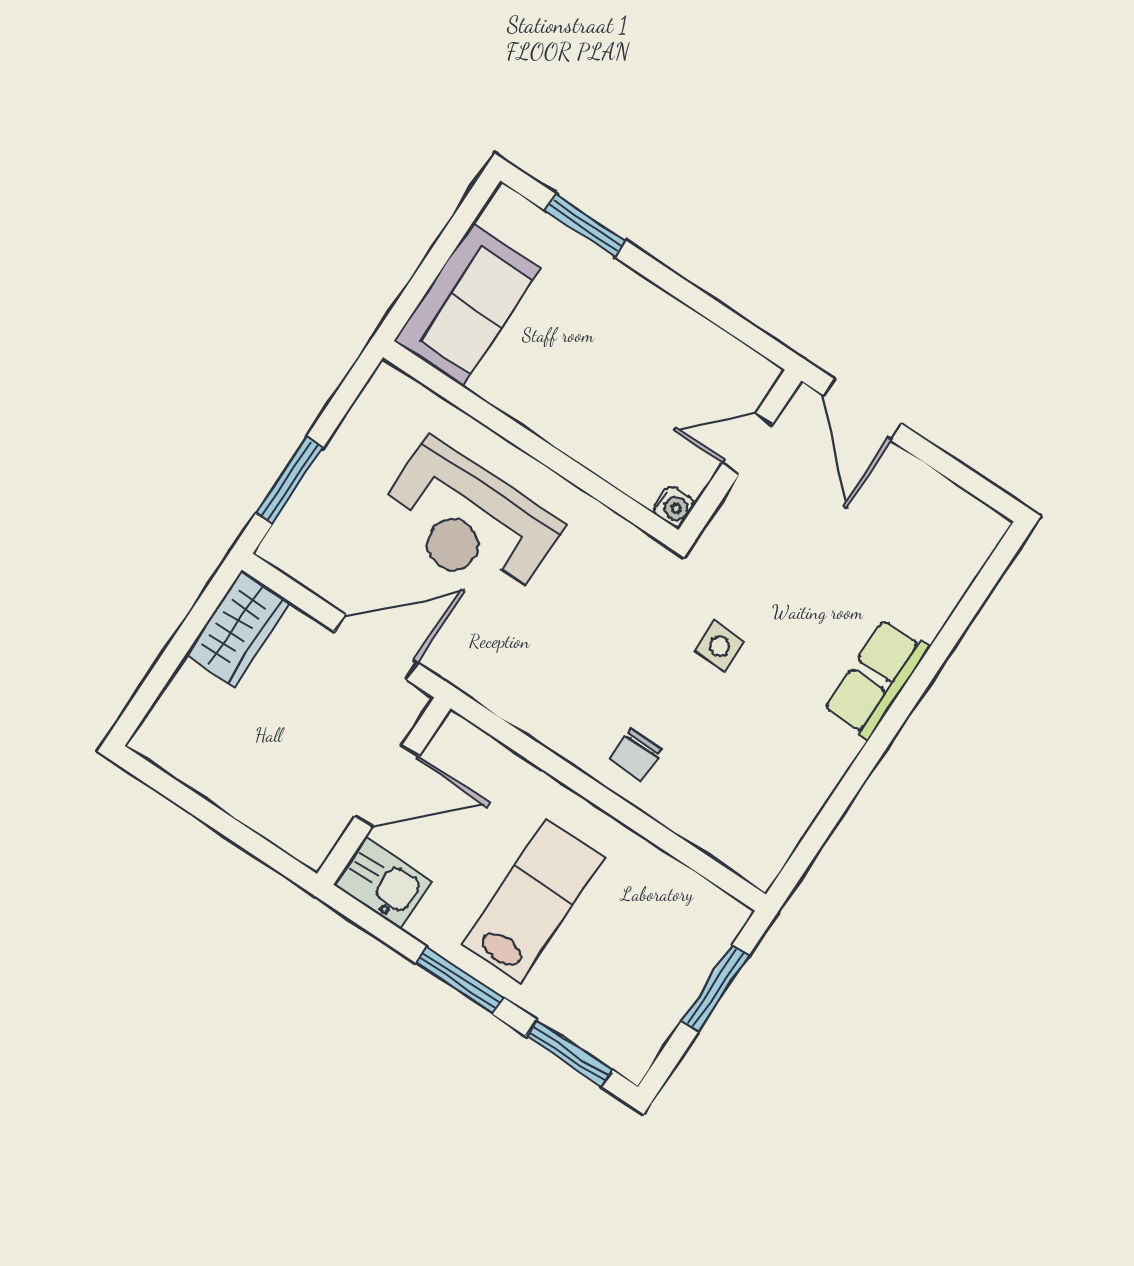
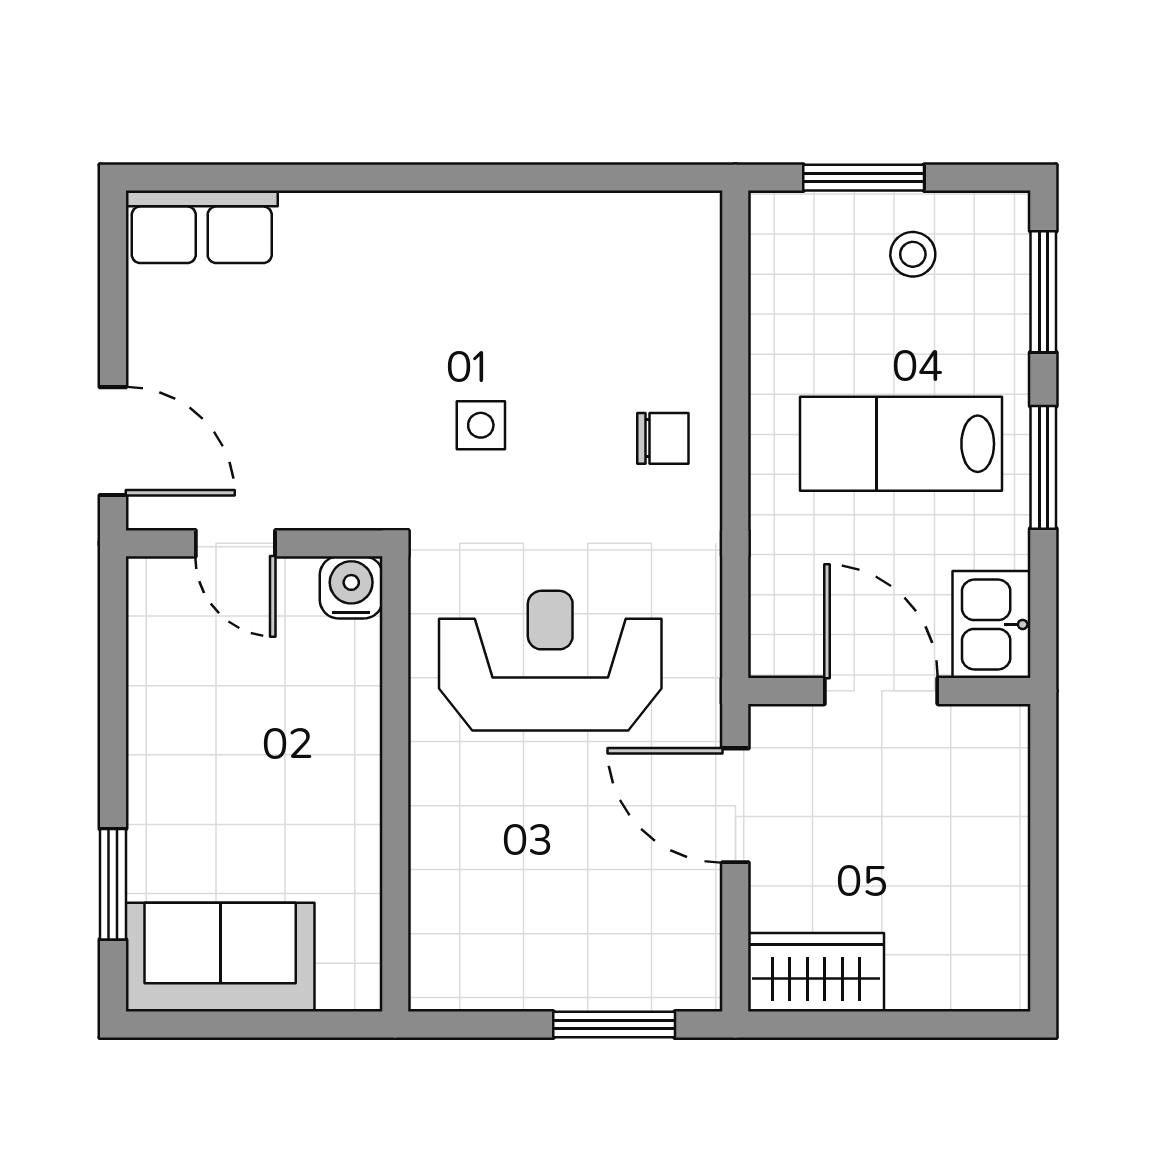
sofa: (467, 305) -> (220, 957), moved
door: (862, 409) -> (113, 441), hinge flipped
water cooler: (674, 507) -> (351, 587), width x1.38, depth x1.38
reception desk: (468, 522) -> (550, 661), moved, turned -90
row of seats: (877, 679) -> (202, 227), moved
stool: (647, 987) -> (913, 254), added

